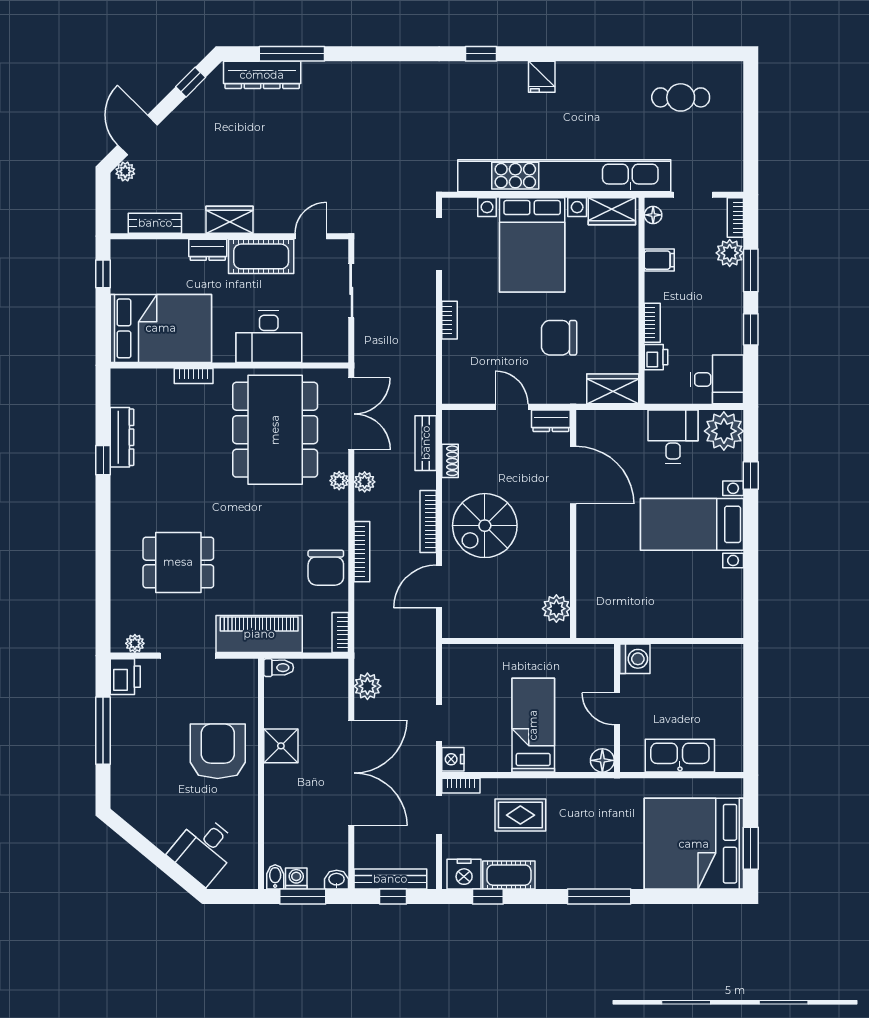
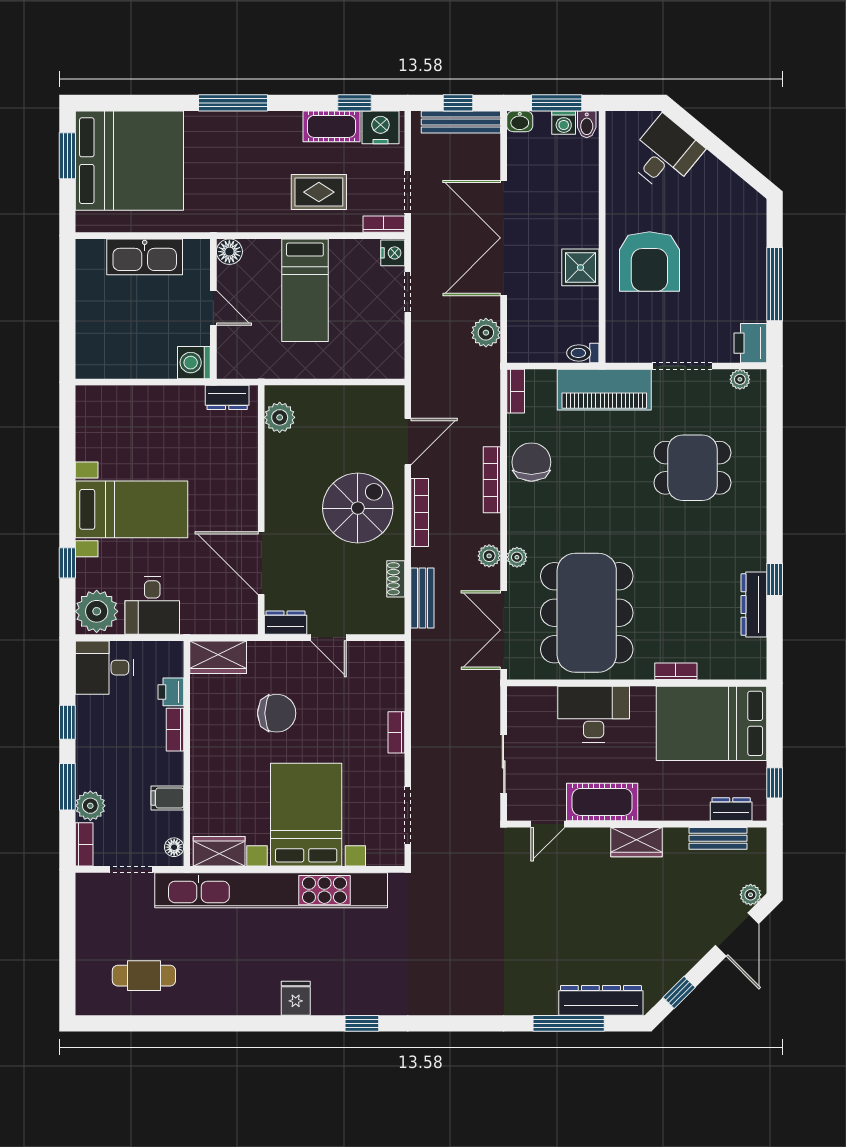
dresser: (208, 250) -> (731, 809), moved
dresser: (605, 627) -> (227, 397), added

